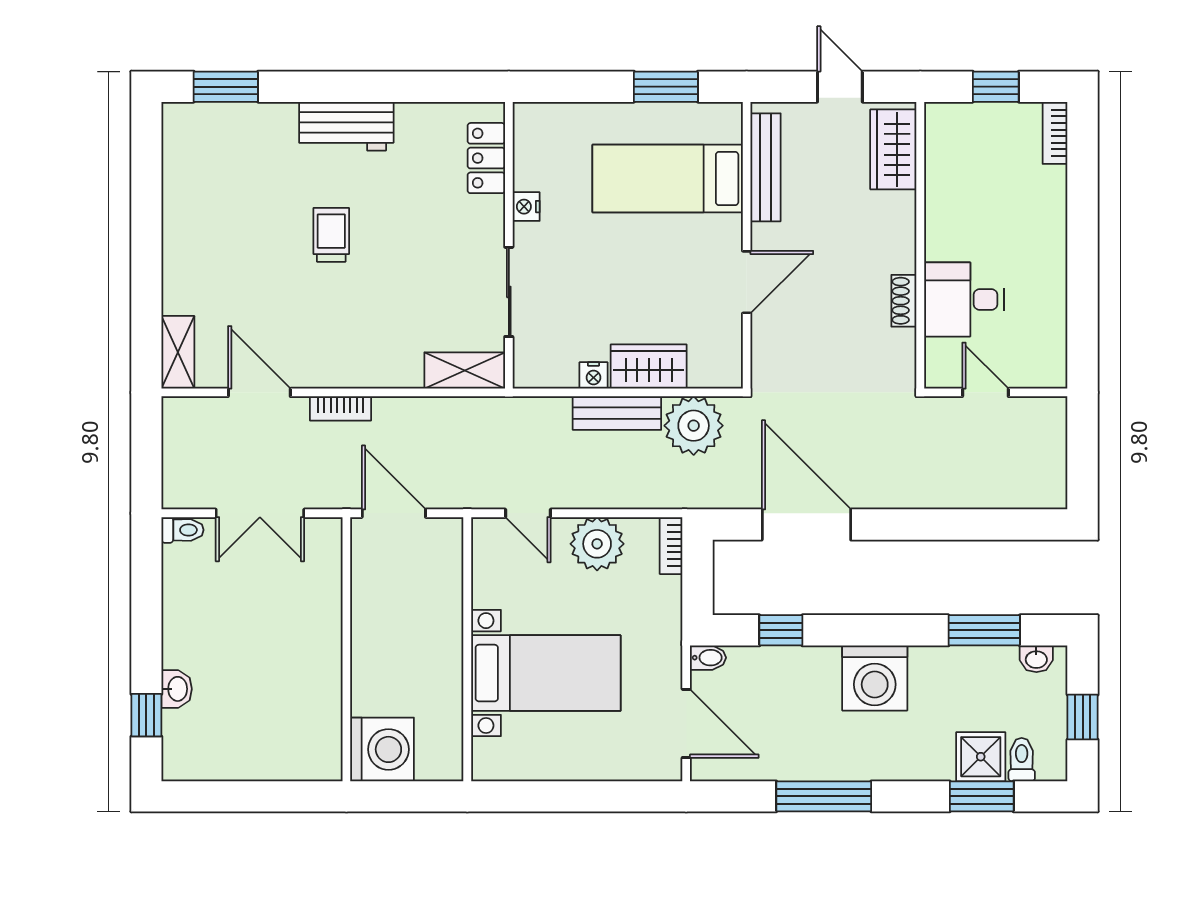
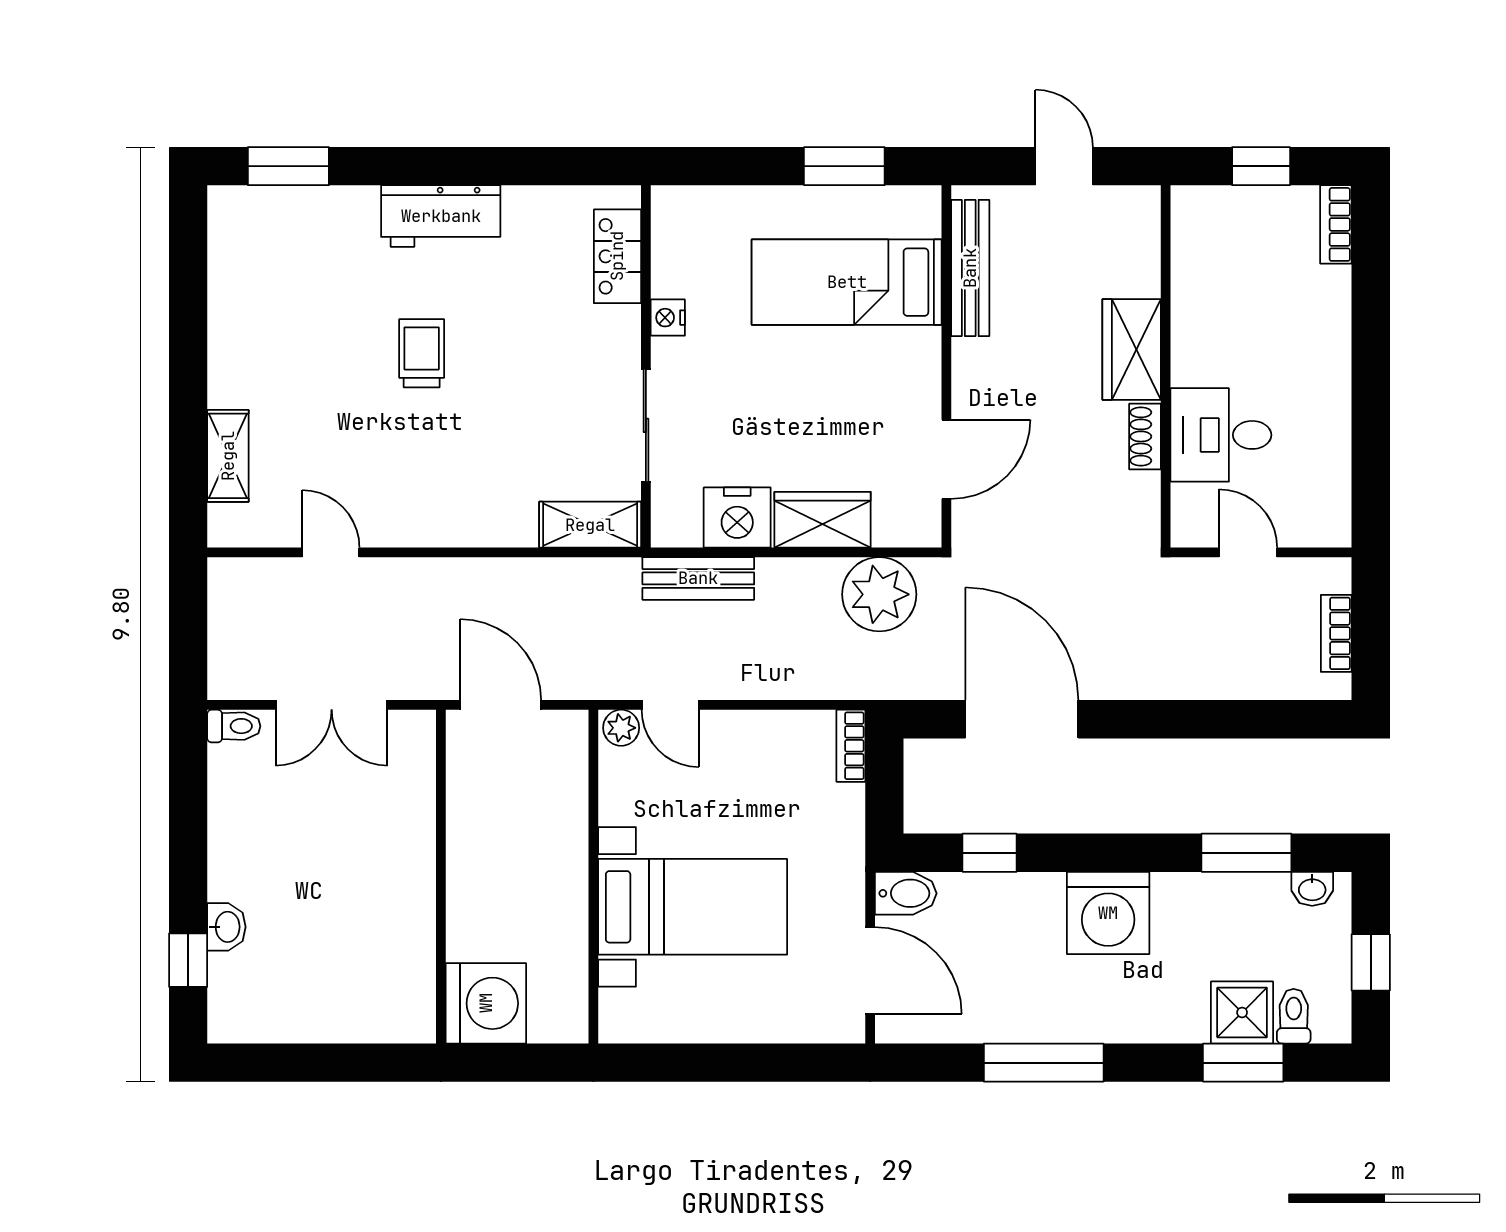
wardrobe: (893, 149) -> (1132, 349), moved
door: (747, 282) -> (946, 459), moved
shelving: (178, 352) -> (228, 456), moved
nightstand: (594, 375) -> (737, 518), width x1.89, depth x1.79
door: (259, 392) -> (331, 552), width x0.73
bookcase: (340, 408) -> (1336, 633), moved, turned 90
bench: (617, 413) -> (698, 578), moved
plant: (597, 544) -> (621, 728), moved, width x0.53, depth x0.53
bidet: (708, 658) -> (906, 893), width x1.38, depth x1.36

